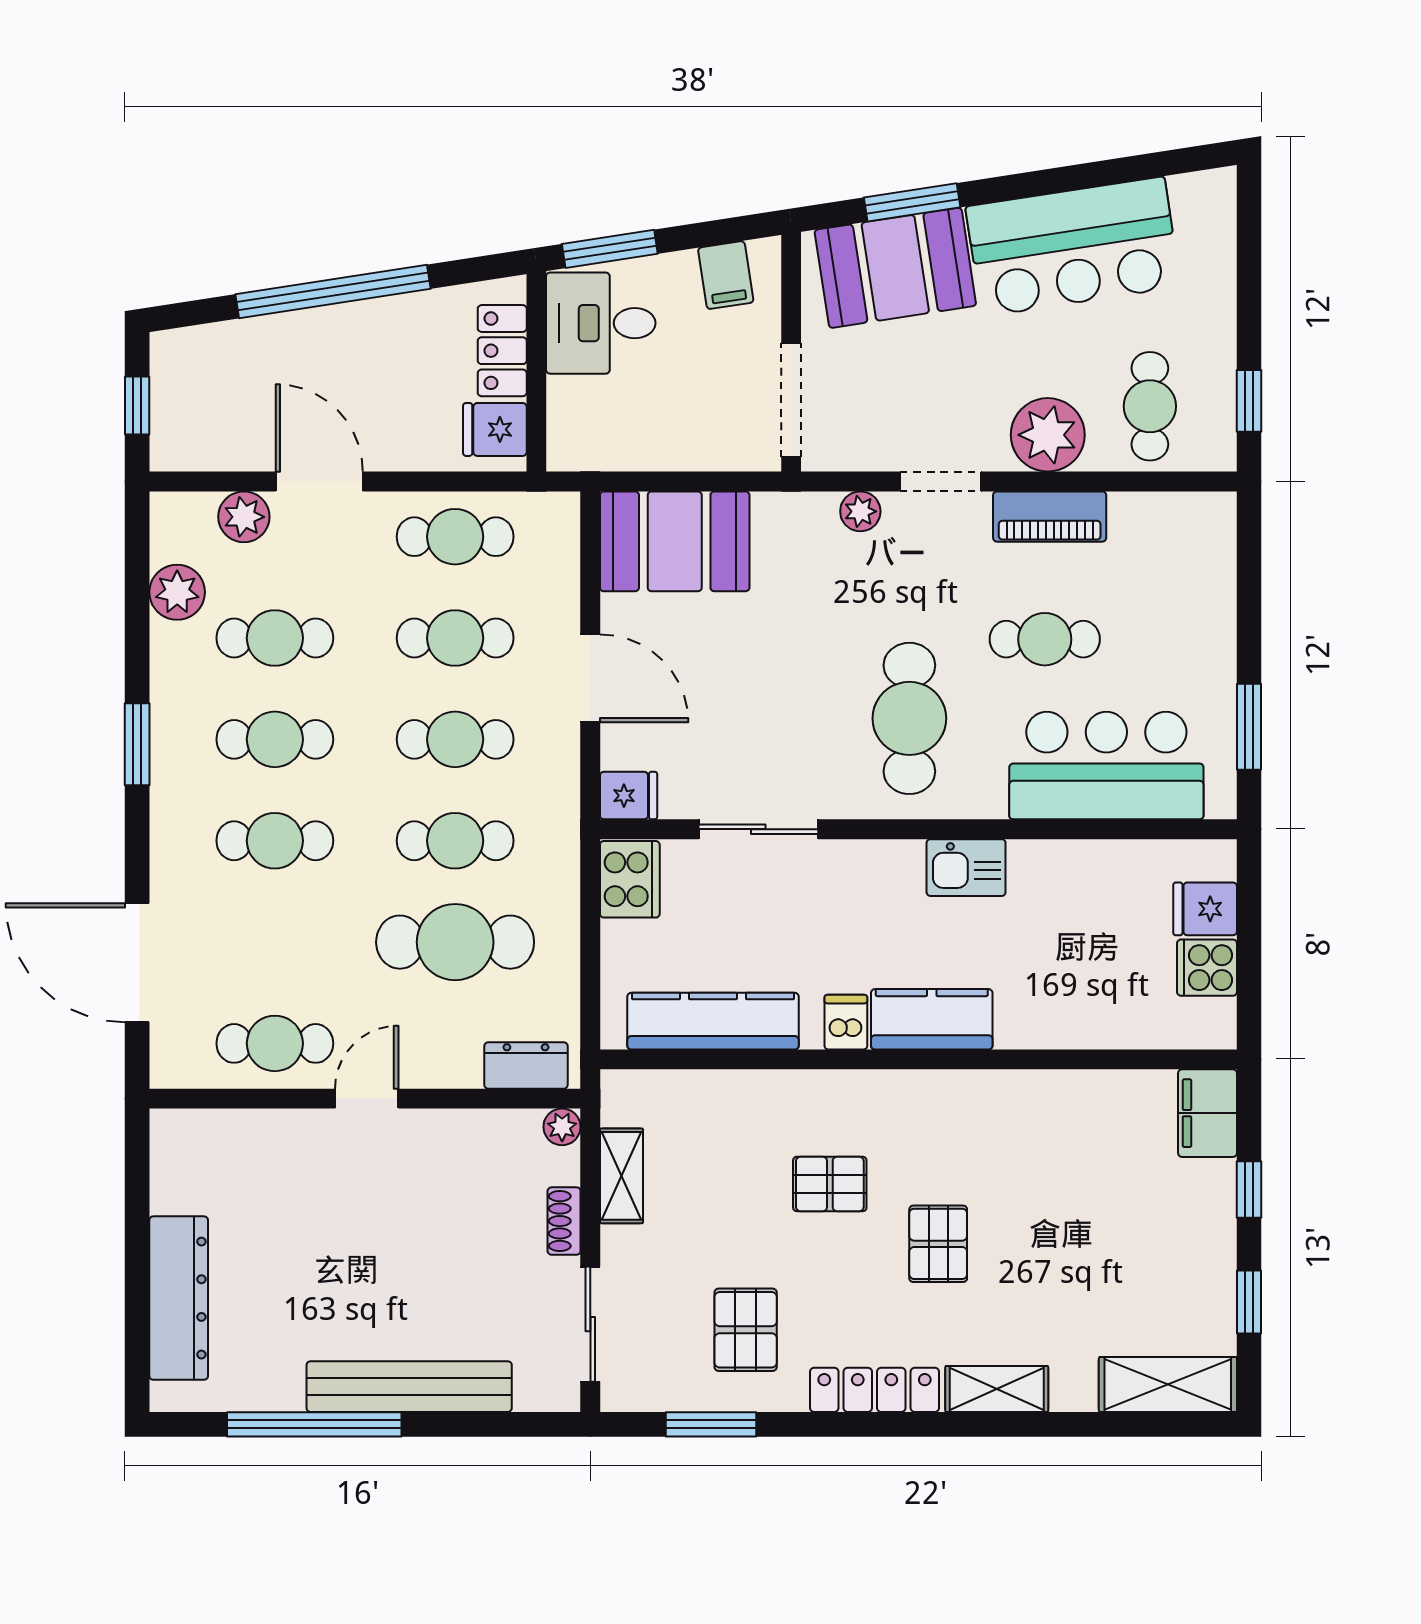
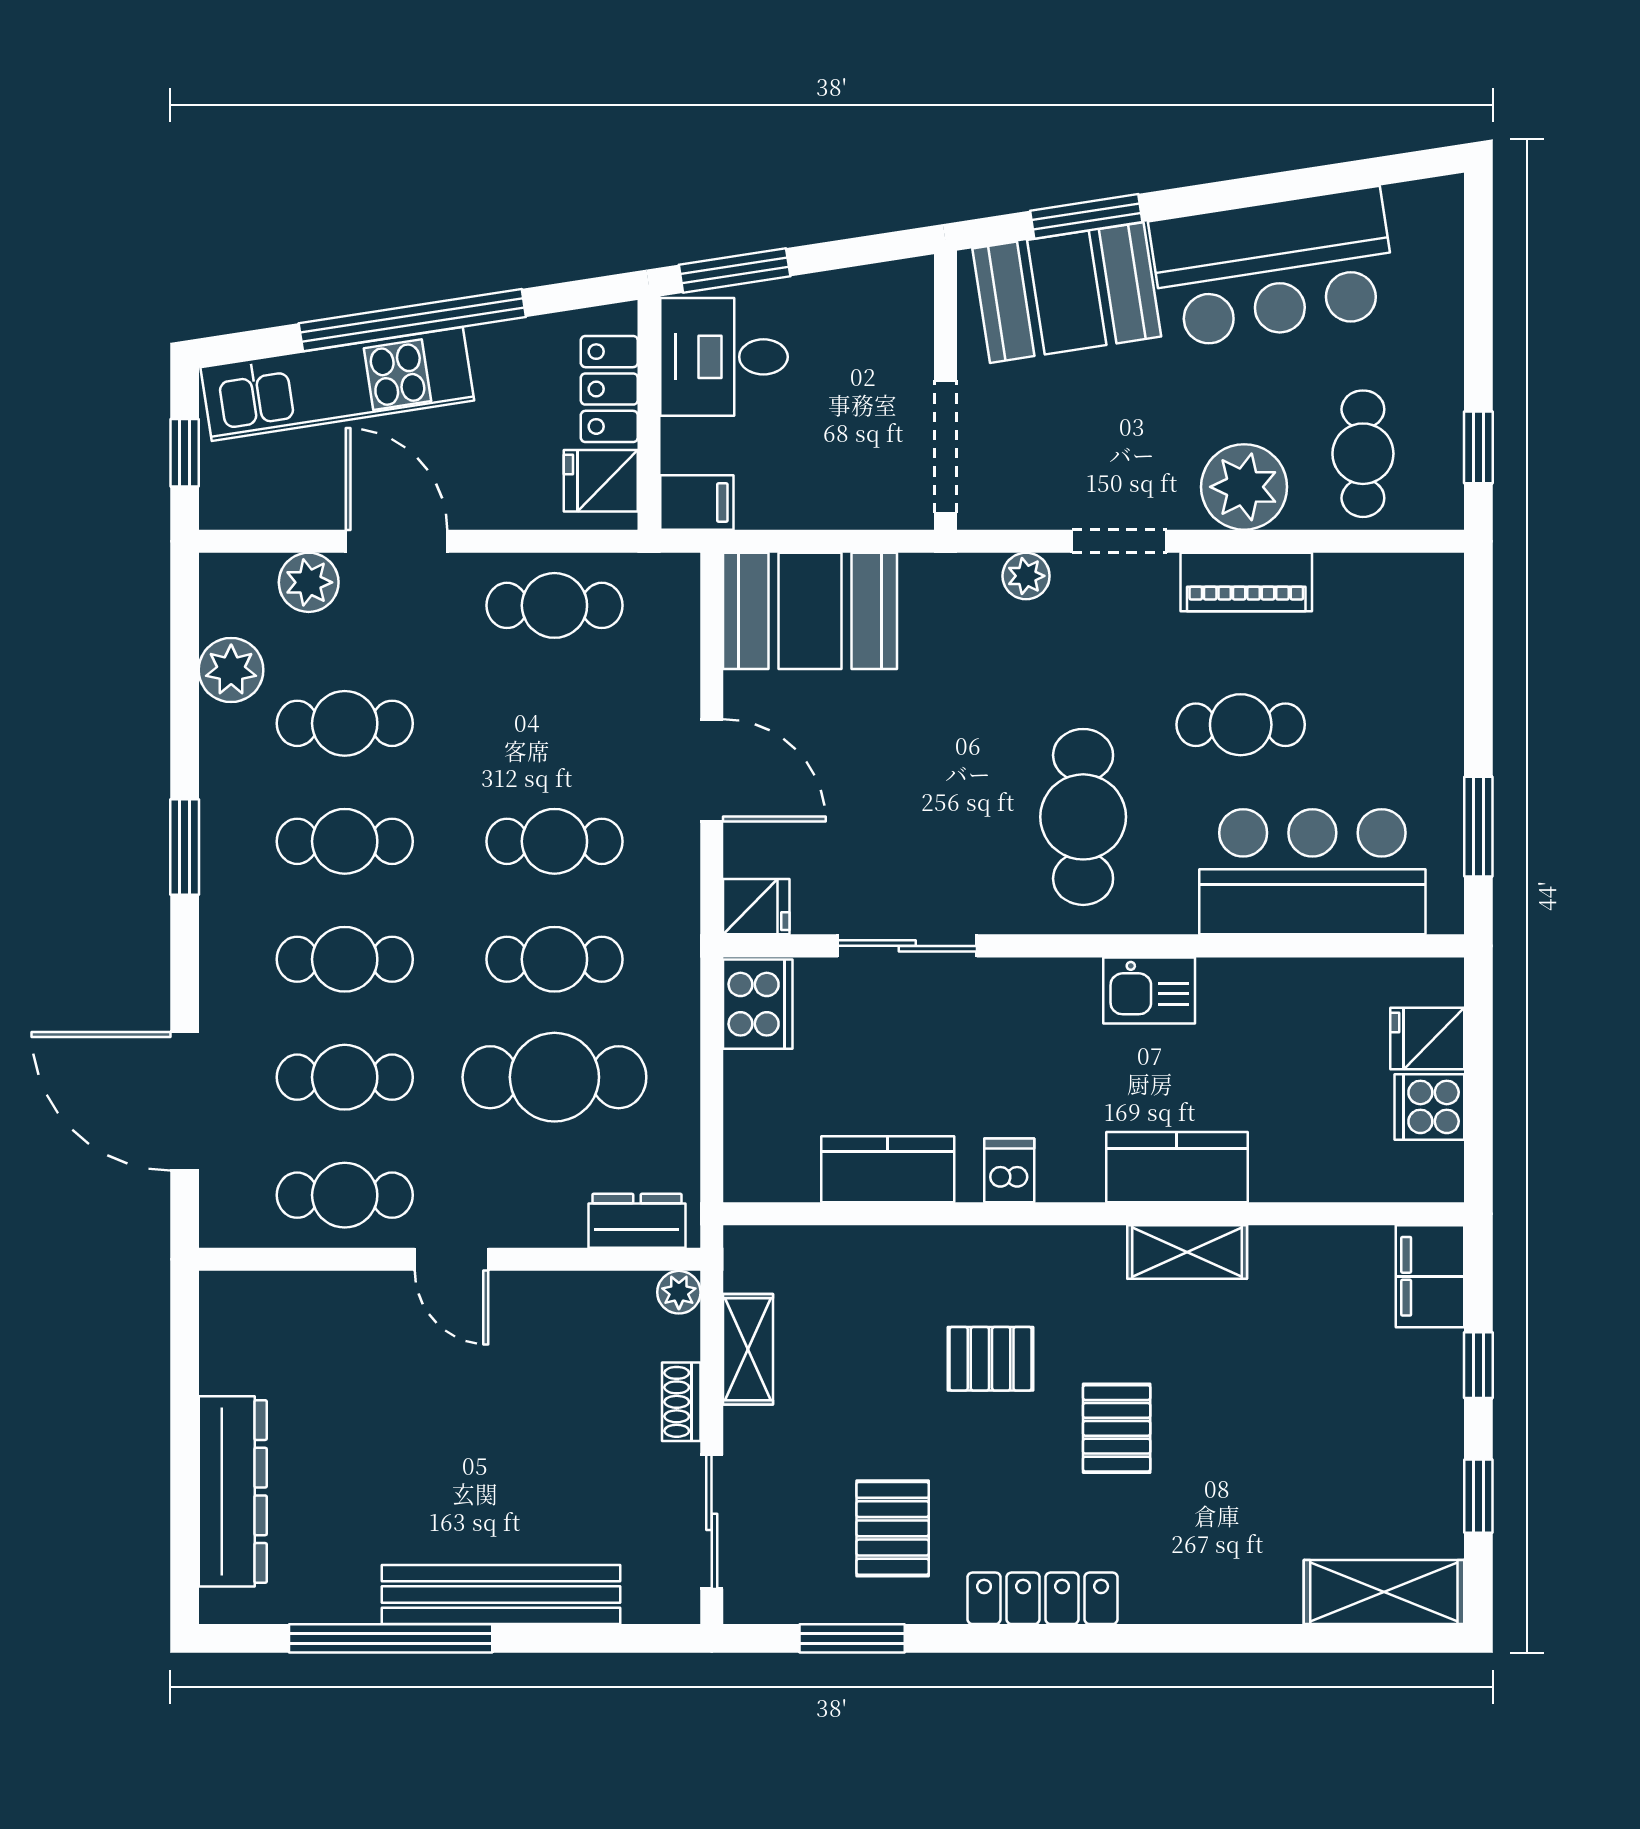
filing cabinet: (726, 275) -> (697, 502), moved, turned -81
kitchen unit: (268, 346) -> (337, 384), added
cafe table: (455, 638) -> (345, 1077), moved
kitchen counter: (932, 1019) -> (1177, 1167), moved
kitchen counter: (713, 1021) -> (888, 1169), width x0.67
door: (367, 1099) -> (452, 1259), swing flipped
shelving: (997, 1389) -> (1187, 1252), moved

